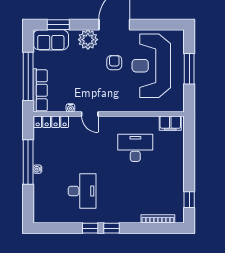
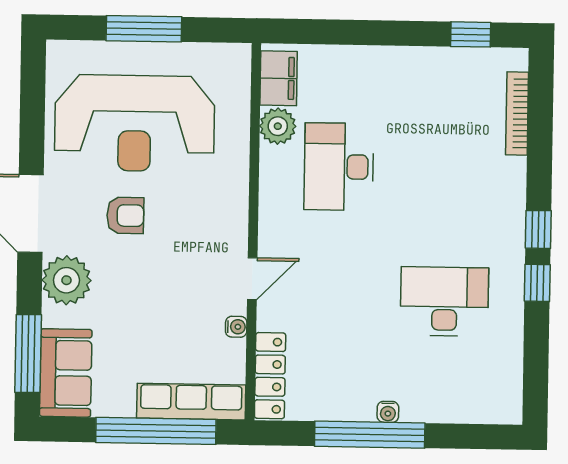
window: (58, 25) -> (28, 353), width x1.44
armchair: (114, 63) -> (125, 215), turned 180
plant: (151, 123) -> (278, 126), added

